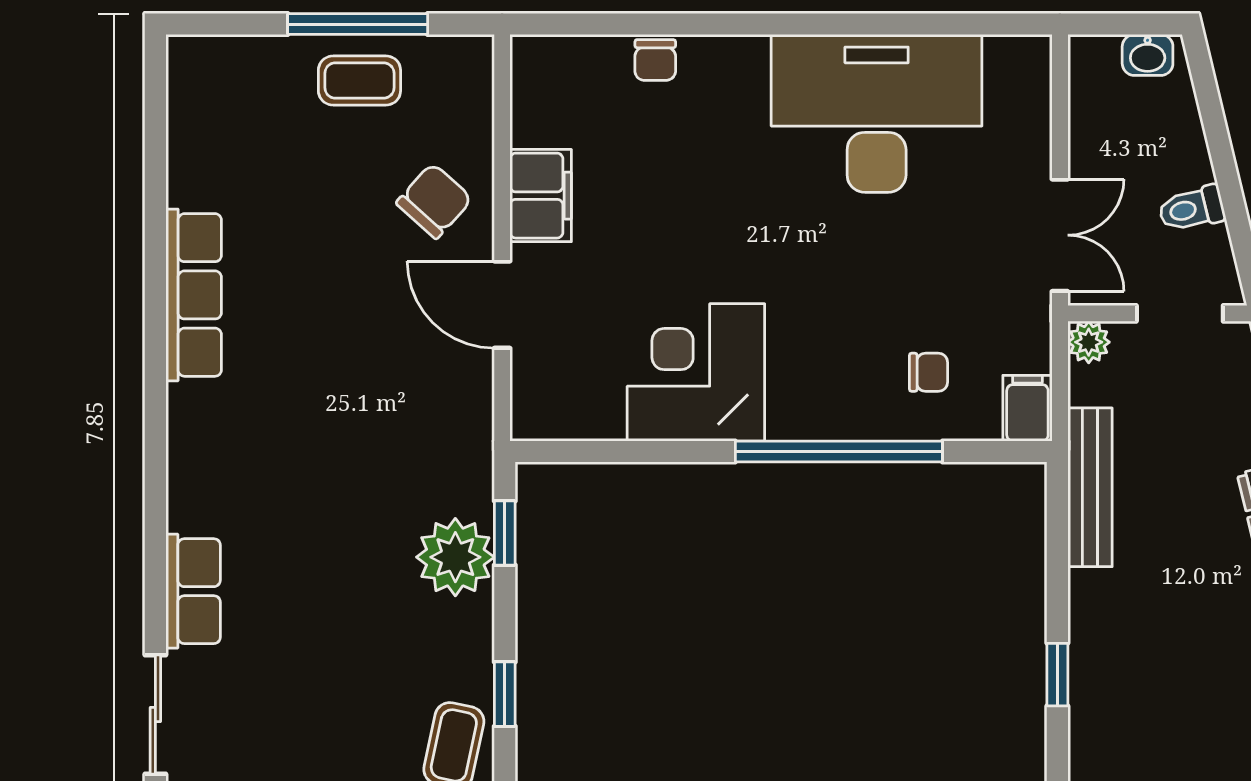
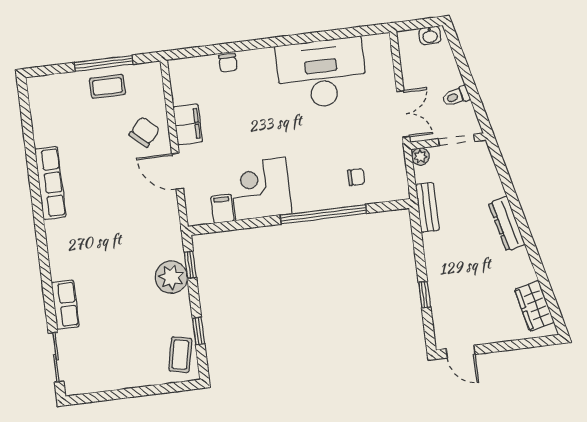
filing cabinet: (1027, 408) -> (222, 209), moved
bench: (1090, 487) -> (427, 207), width x0.73

